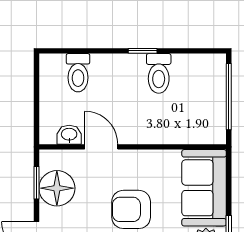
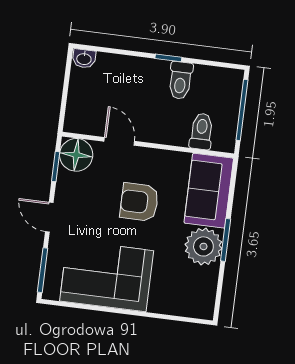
toilet: (78, 73) -> (201, 131), moved, turned 180
washbasin: (69, 135) -> (84, 59), moved, turned 180
floor lamp: (57, 188) -> (76, 155), moved

